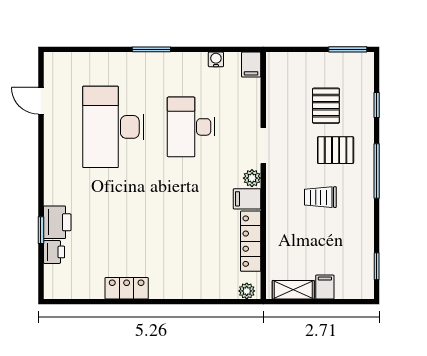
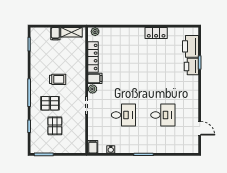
desk: (113, 127) -> (163, 115), width x0.53, depth x0.77
desk: (191, 127) -> (123, 115), width x0.73
printer: (54, 252) -> (190, 46), width x1.87, depth x1.48

